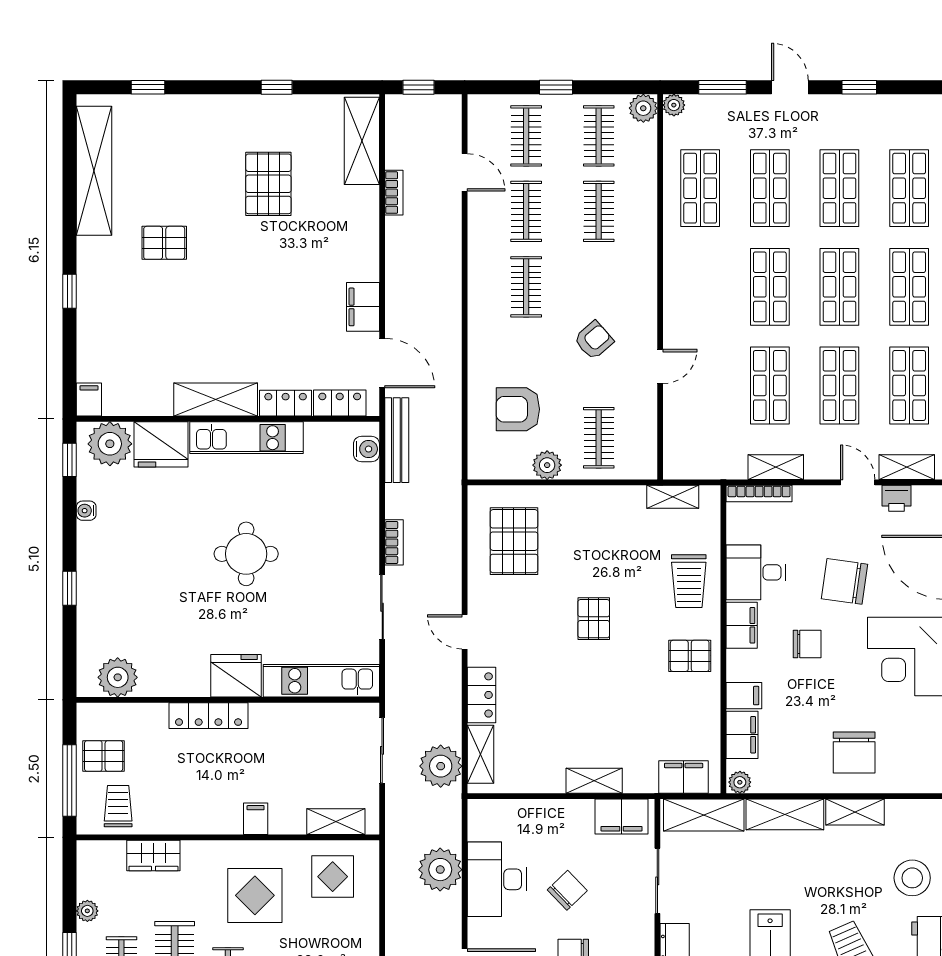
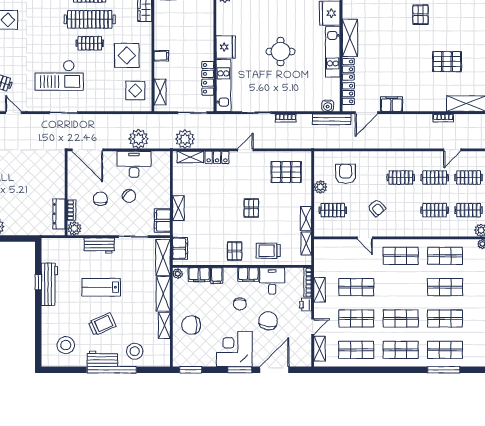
shop shelf: (770, 287) -> (401, 256), moved
shelving: (617, 497) -> (306, 219), added
printer: (897, 498) -> (306, 305), moved
pallet: (594, 619) -> (251, 208), turned 90
locker: (209, 716) -> (208, 78), moved

